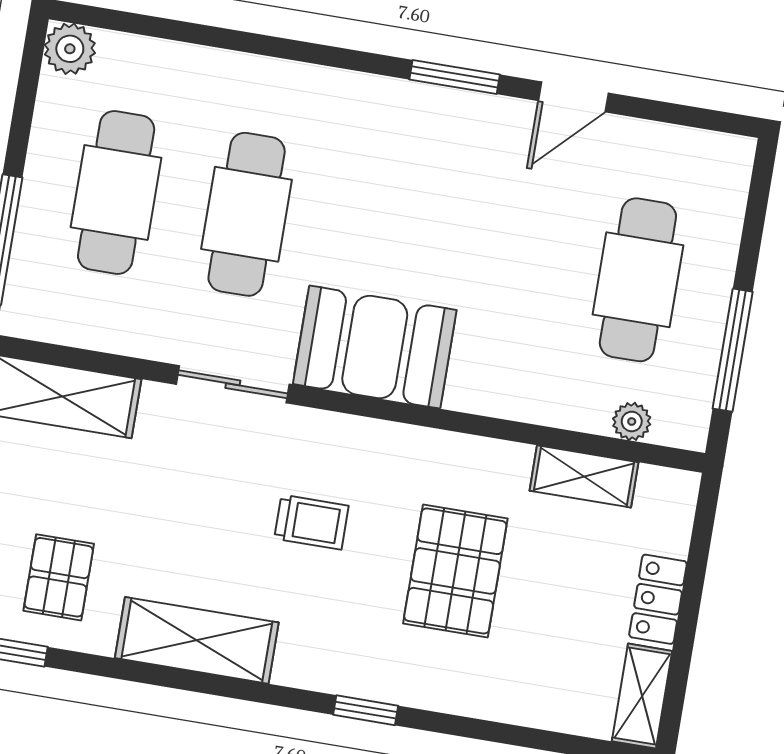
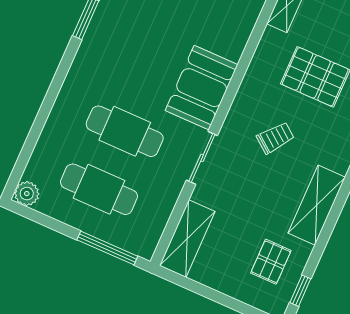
trolley: (311, 522) -> (275, 138), turned 38
pallet: (59, 577) -> (271, 262), turned 90

